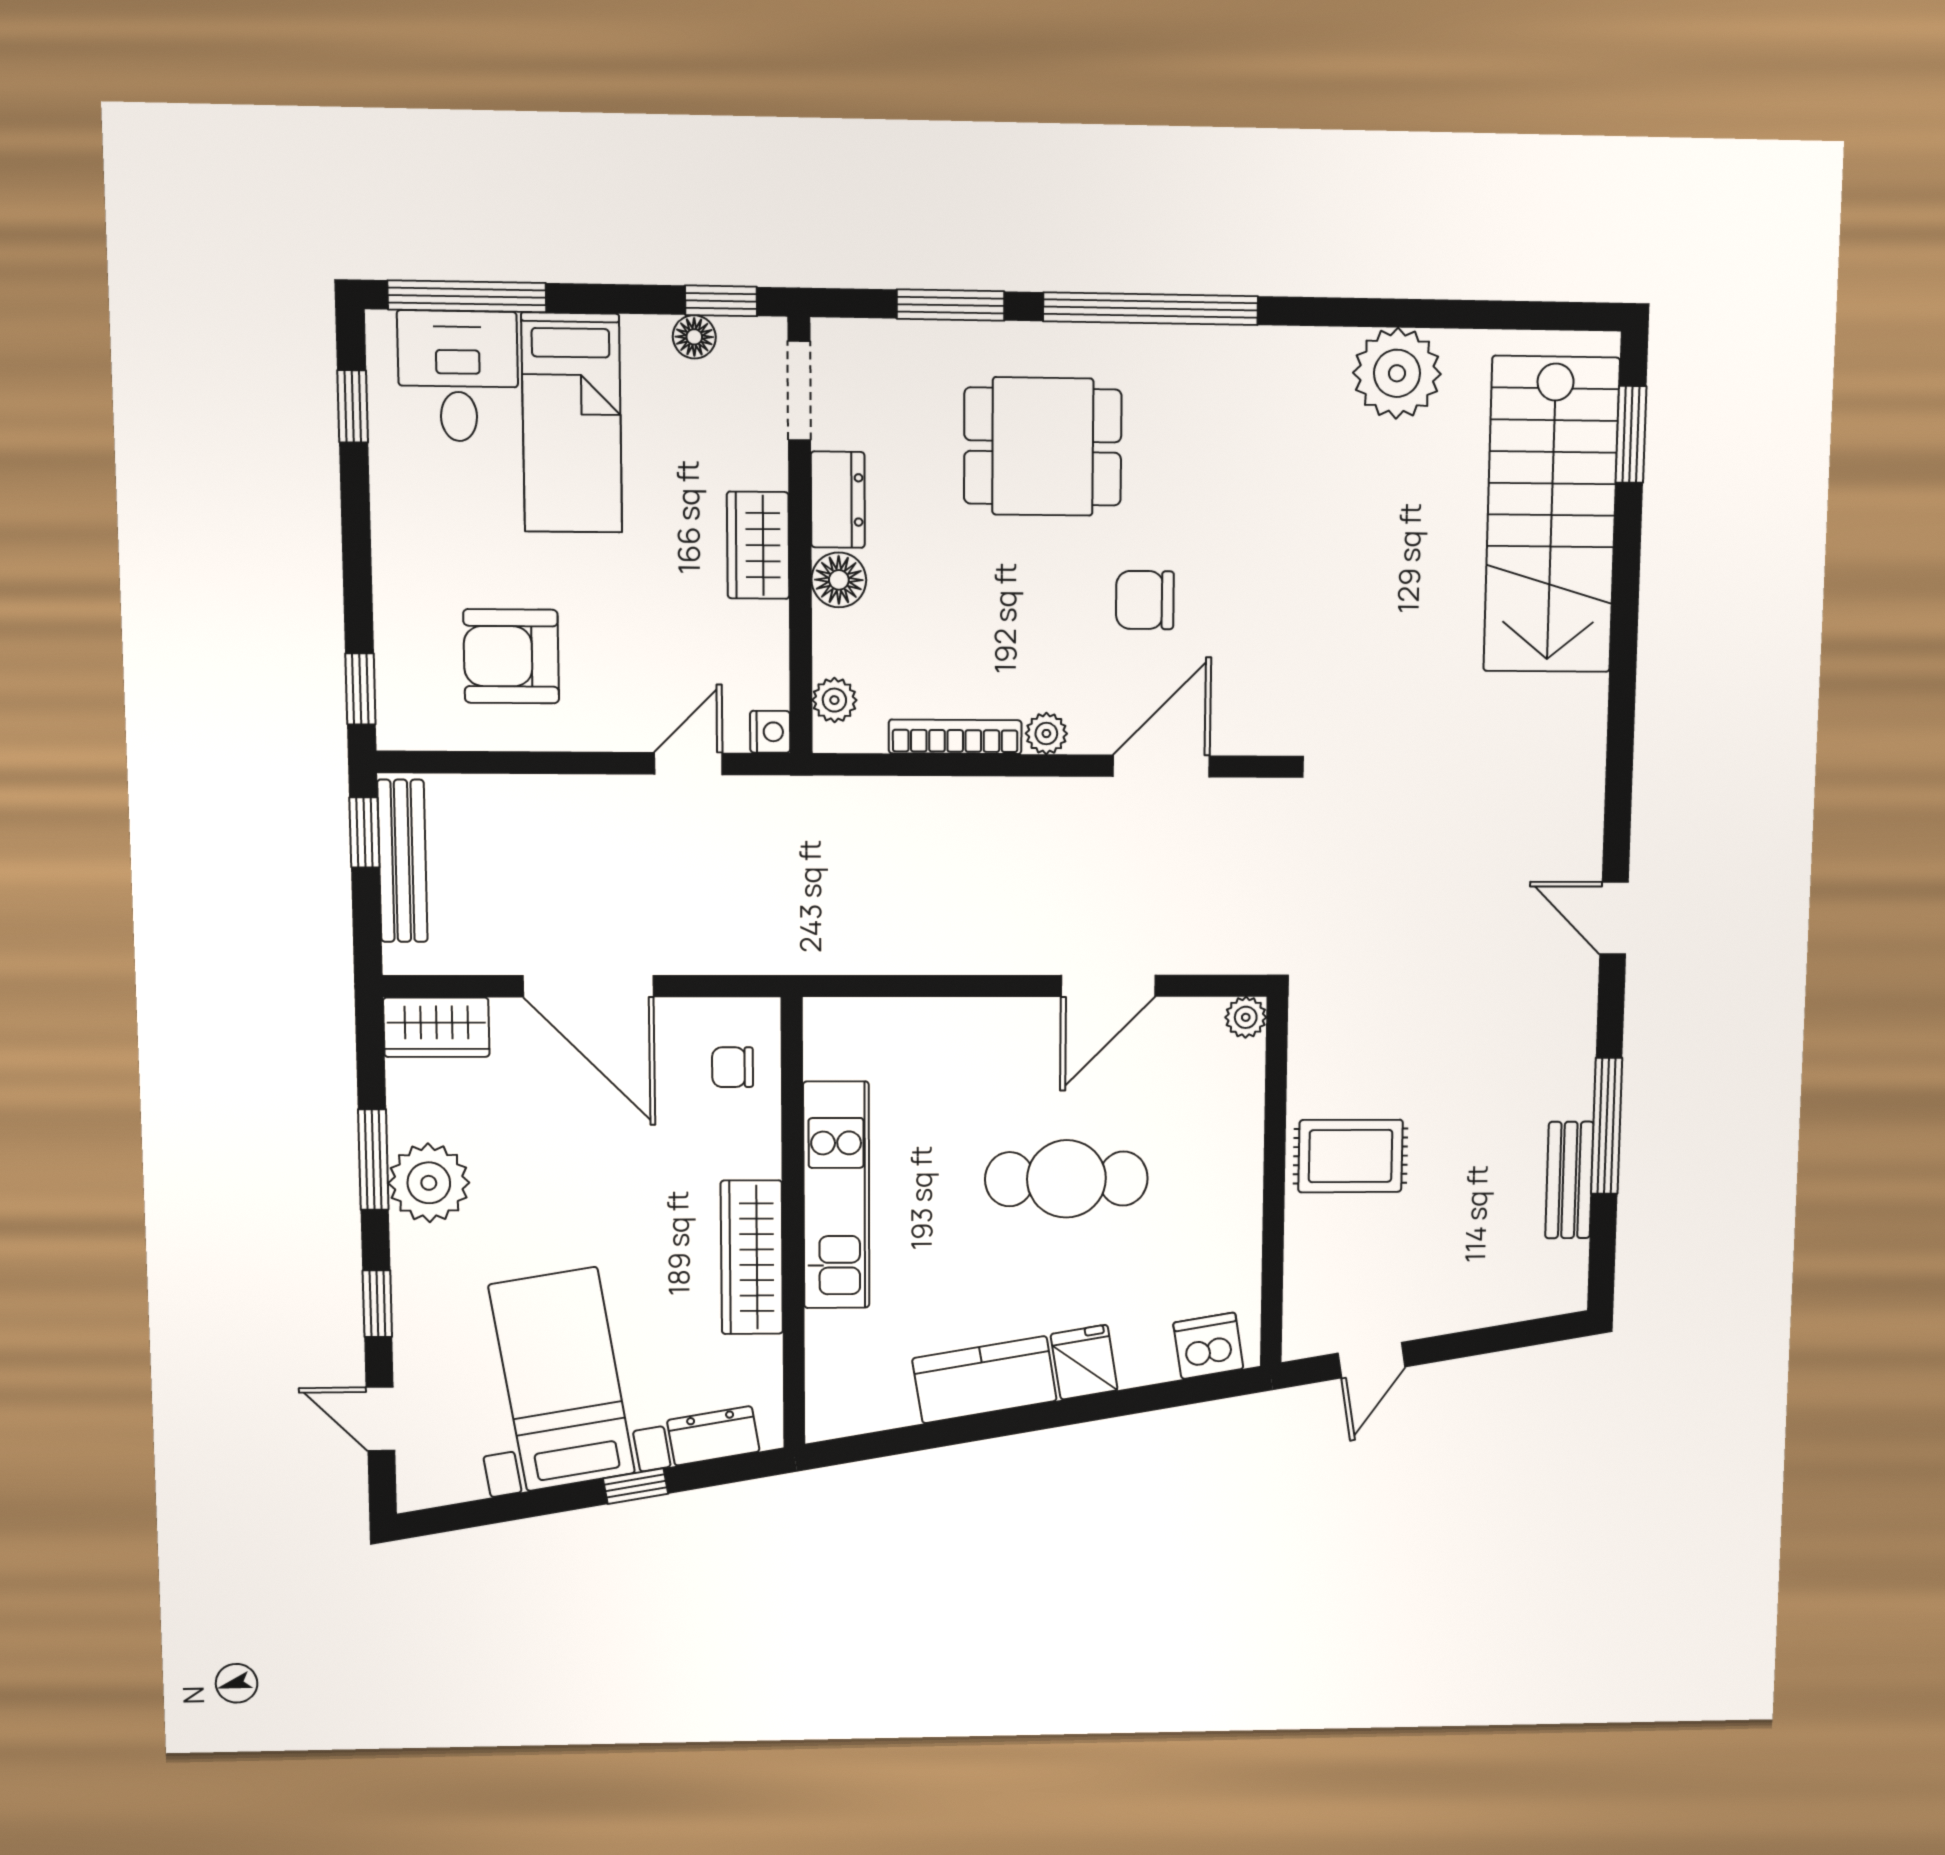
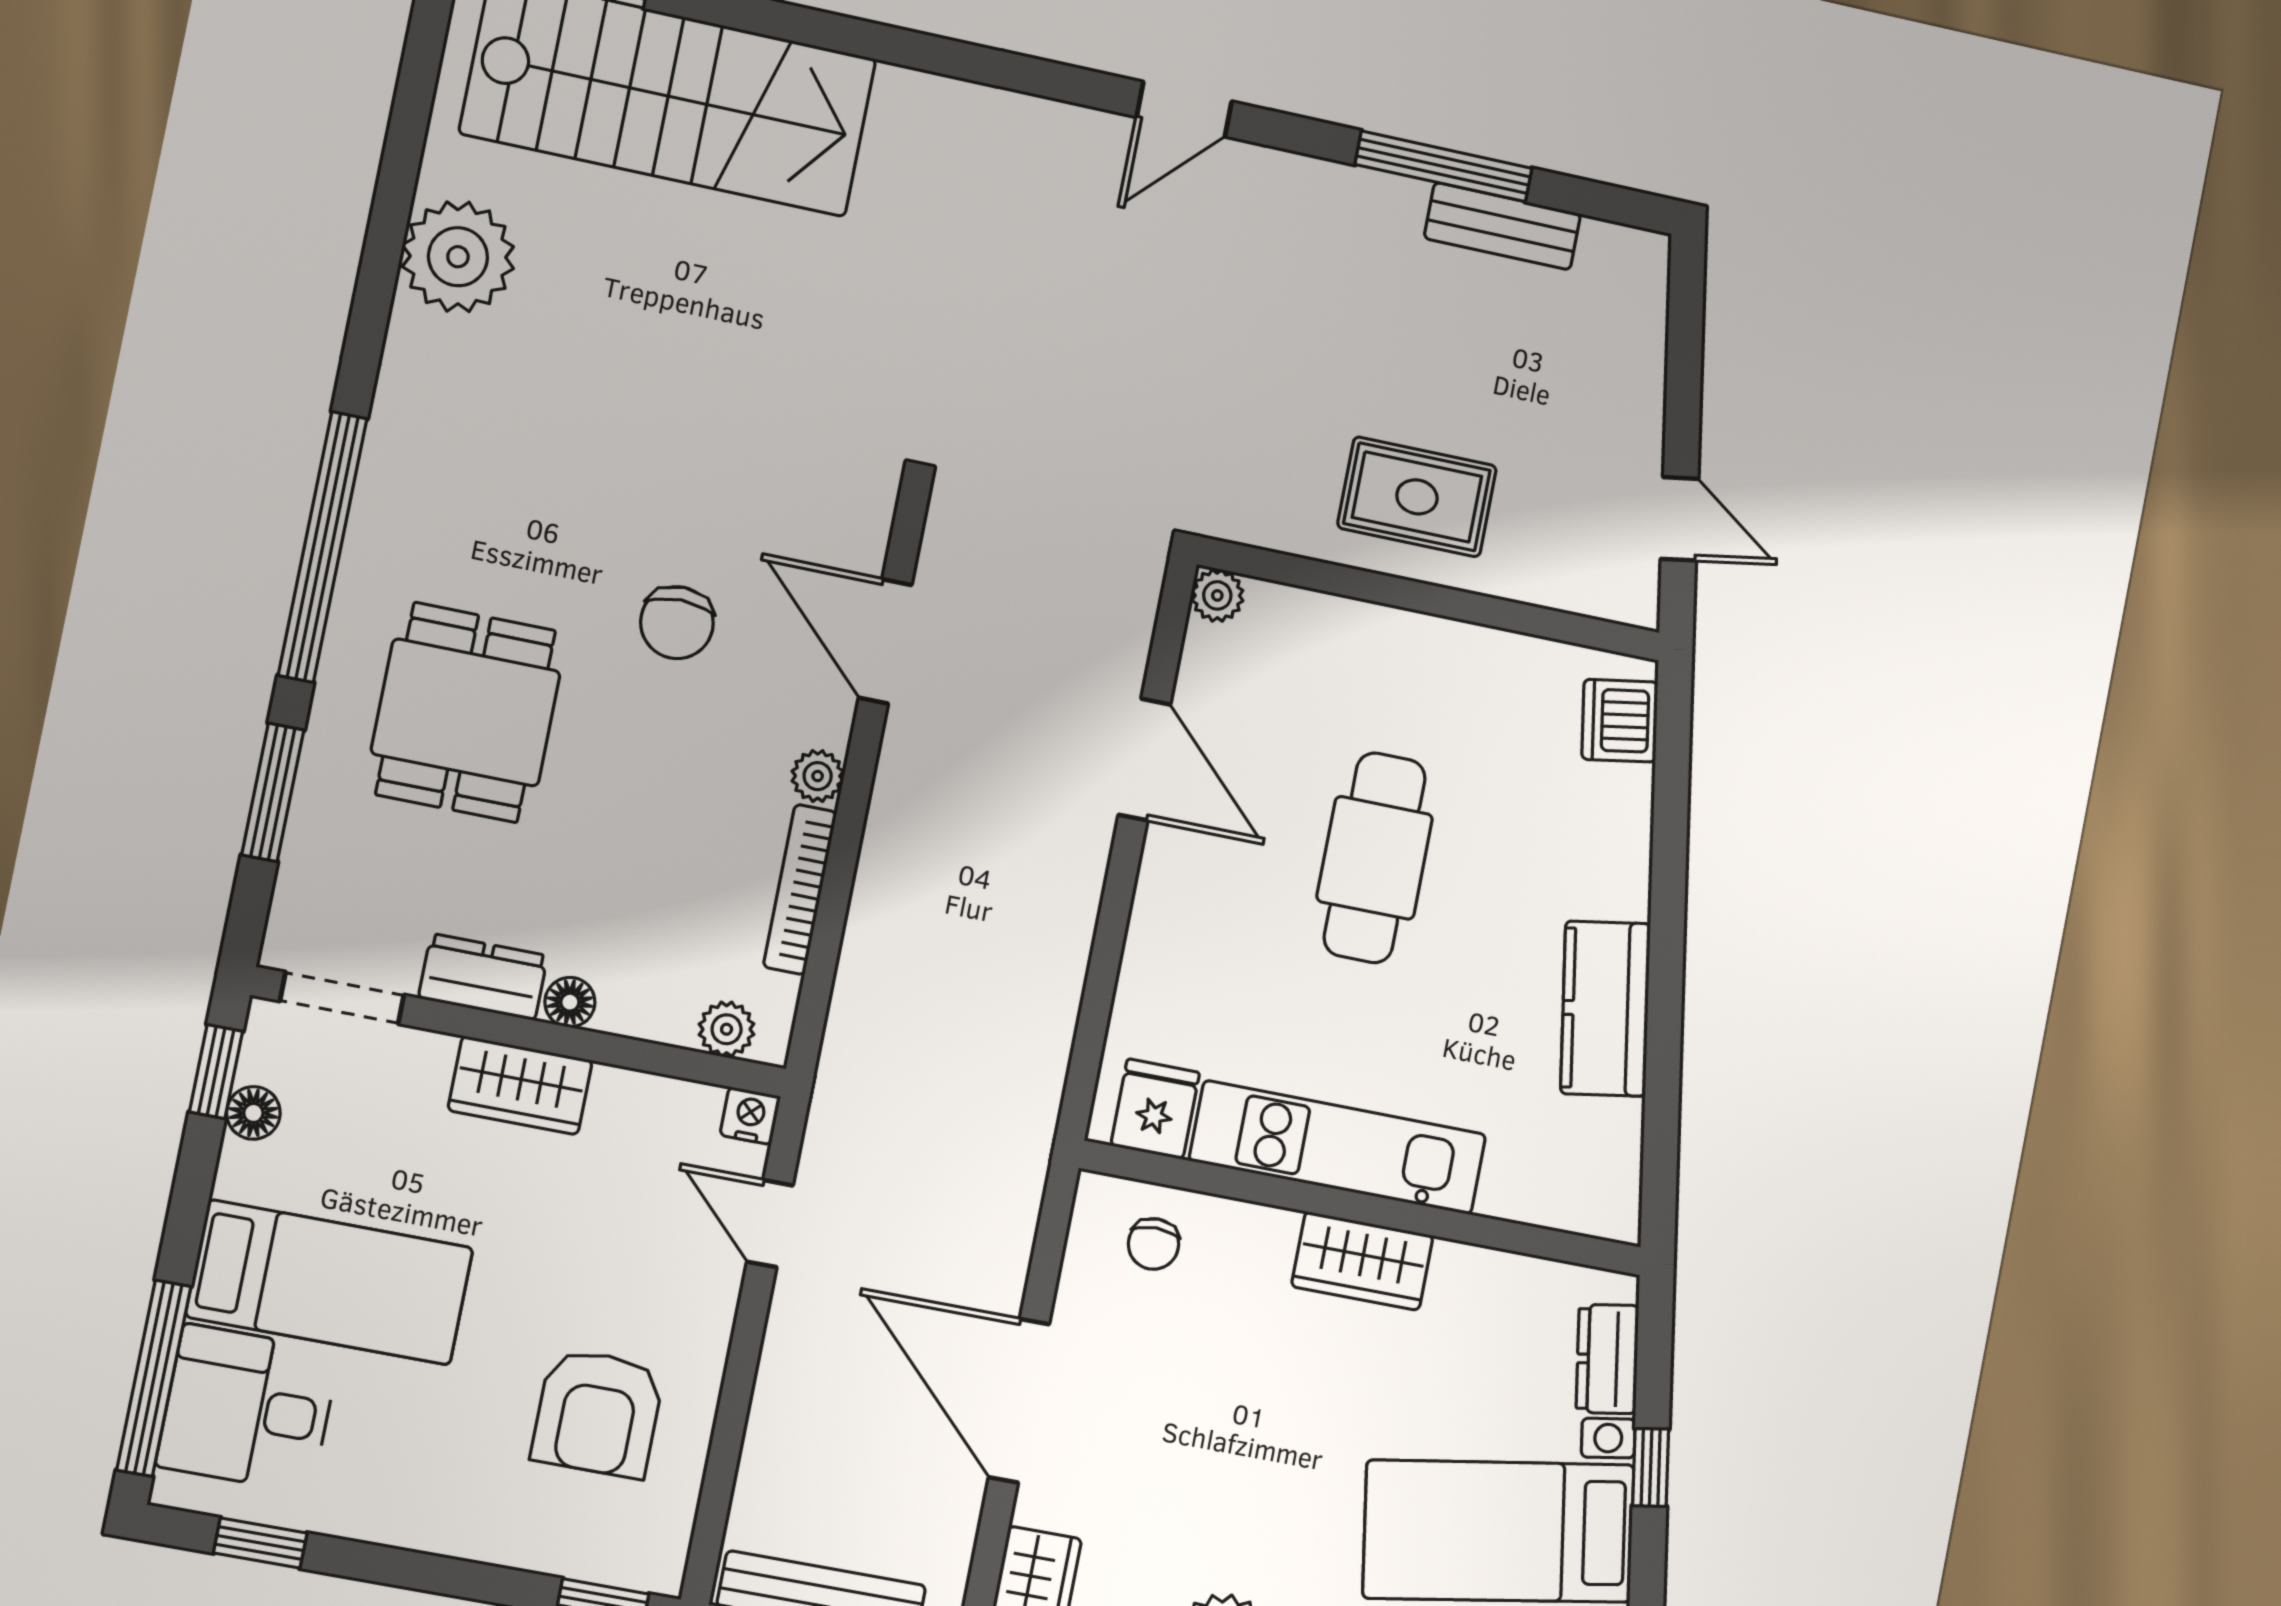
floor lamp: (839, 580) -> (570, 1002), width x0.73, depth x0.73
door: (588, 986) -> (1019, 1401), swing flipped
rug: (1350, 1156) -> (1417, 497), turned 90
wardrobe: (752, 1257) -> (1362, 1261), width x0.67
fridge: (1084, 1362) -> (1155, 1109), moved, turned 99

